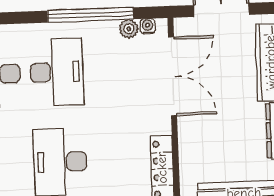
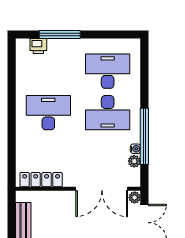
water cooler: (148, 26) -> (135, 149), moved
plant: (184, 26) -> (135, 197), added

